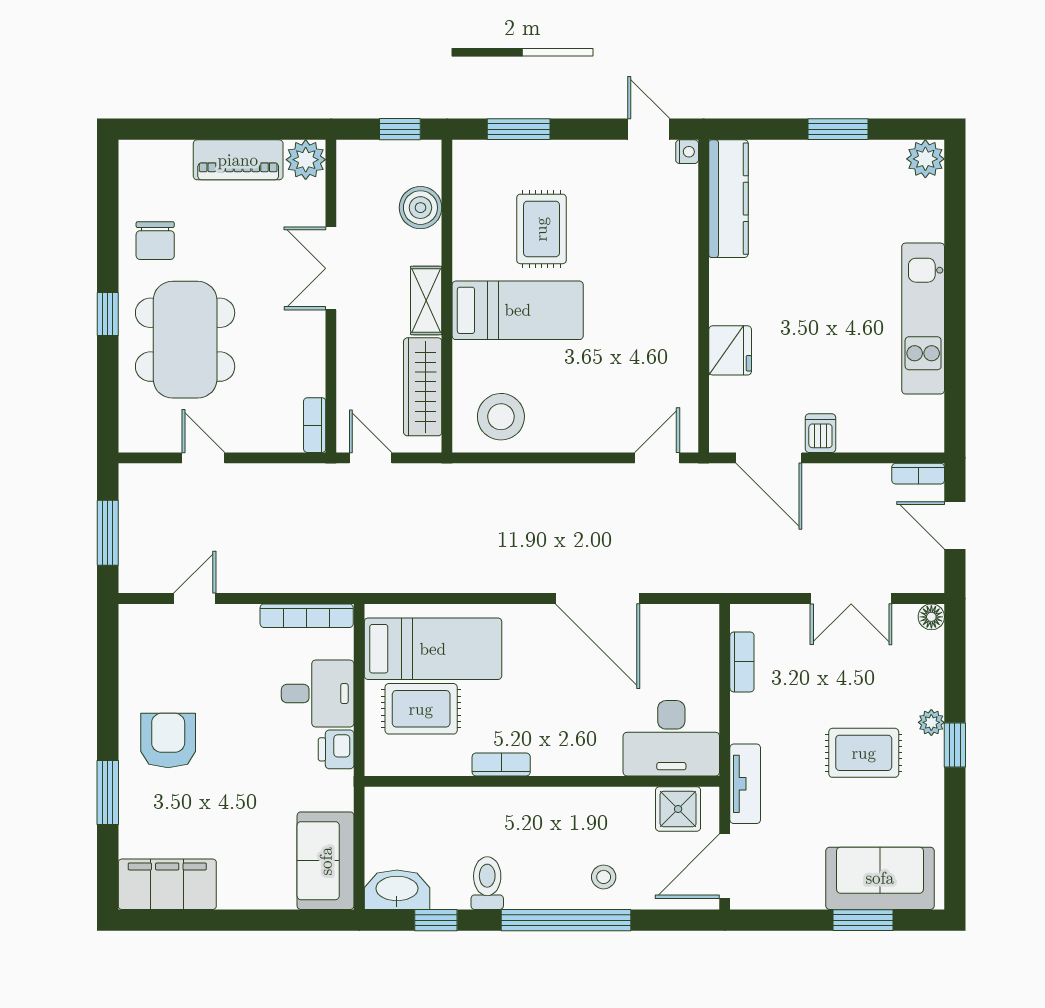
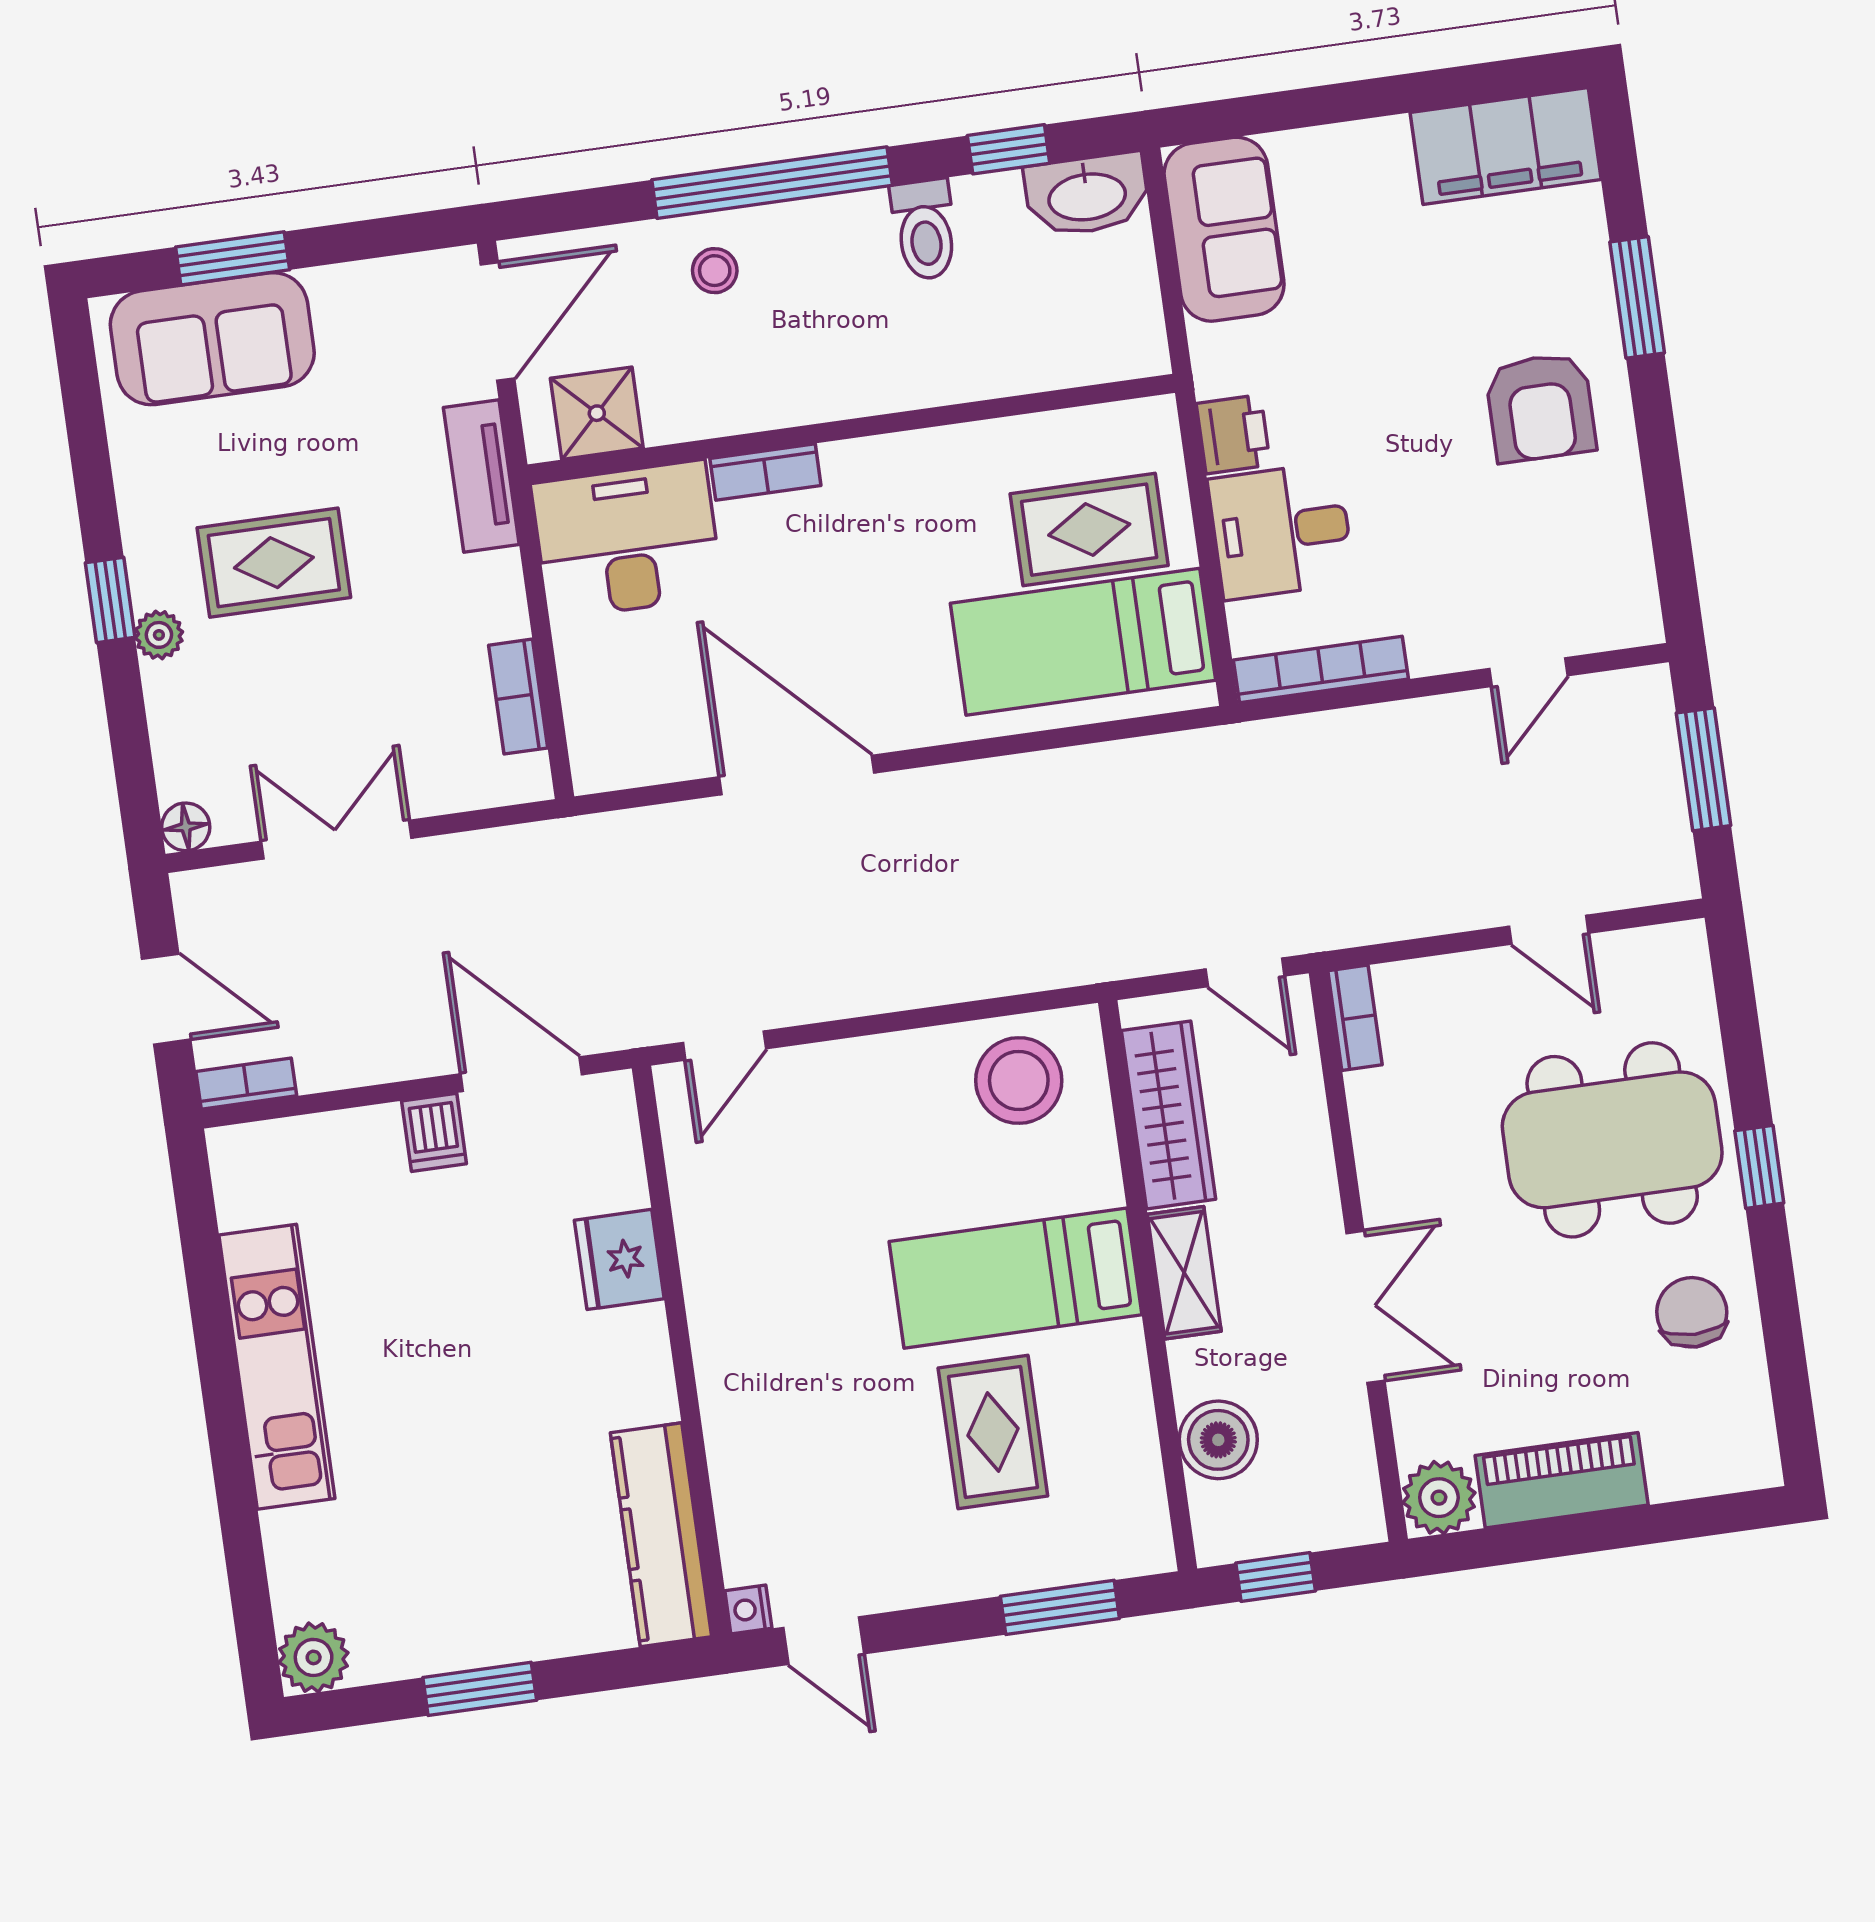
dining table: (185, 340) -> (1612, 1140), turned 90
bookcase: (501, 764) -> (765, 472), moved

